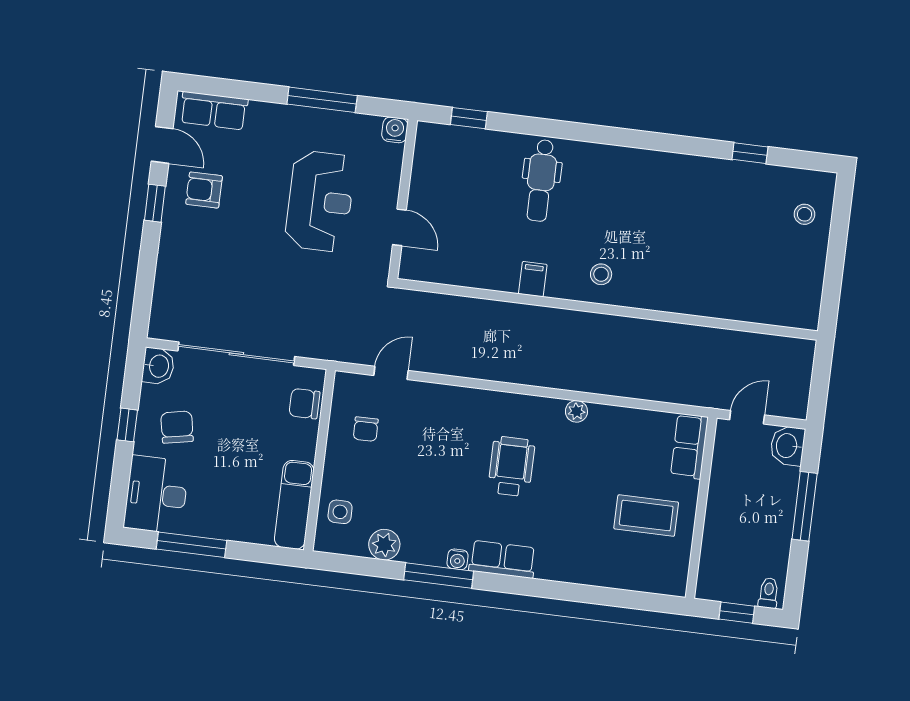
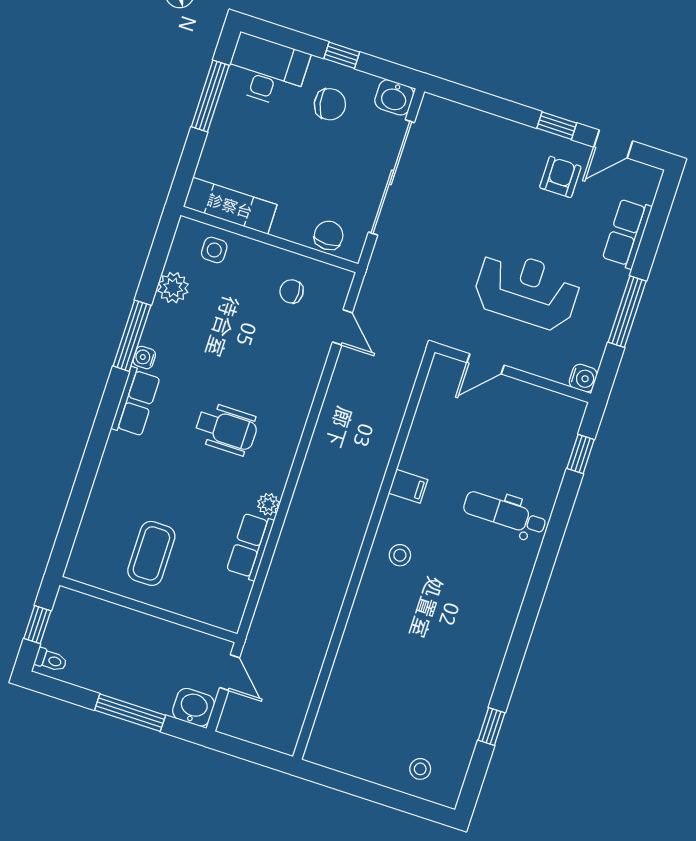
row of seats: (214, 111) -> (627, 233), moved
reception desk: (320, 201) -> (527, 290), turned 180
row of seats: (689, 446) -> (250, 546), moved, turned -90

